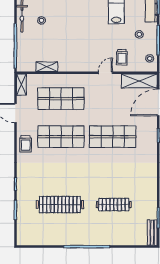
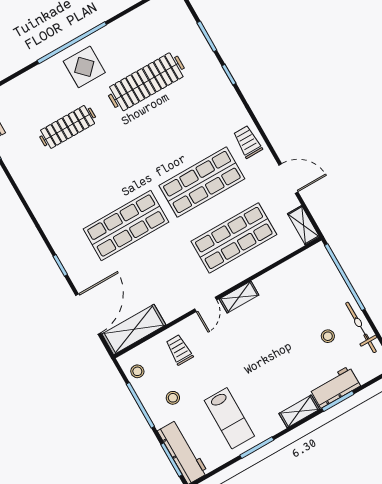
shelving: (47, 67) -> (239, 297), moved
door: (105, 73) -> (206, 304), moved
display table: (87, 230) -> (84, 67), added

